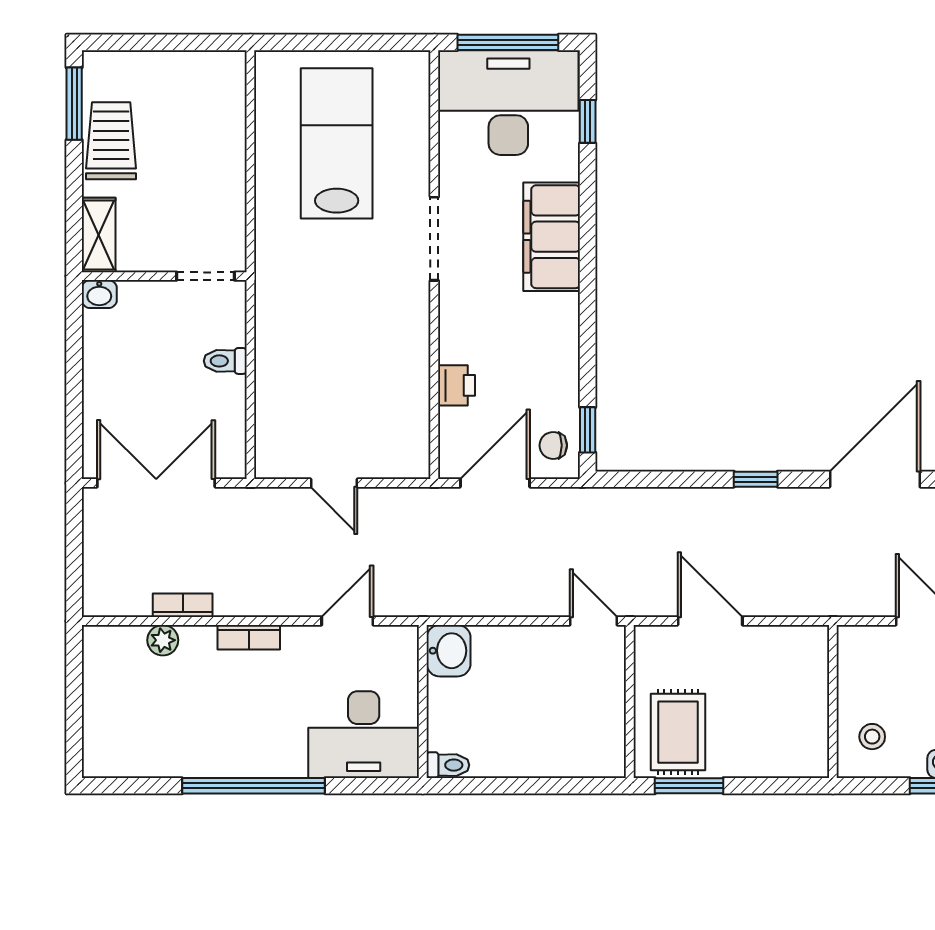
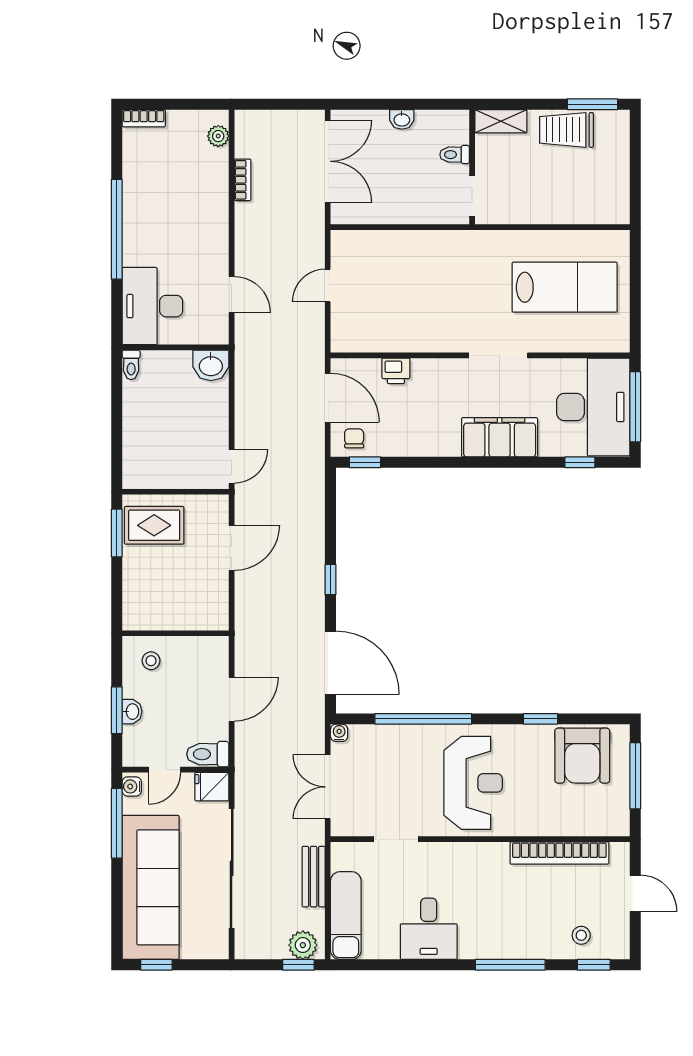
trolley: (111, 141) -> (567, 130), turned 180
washbasin: (99, 294) -> (402, 119), moved, turned -90
toilet: (225, 361) -> (455, 155), moved, turned -90
bookcase: (249, 637) -> (144, 118), moved, turned -90
plant: (163, 640) -> (218, 136), moved

